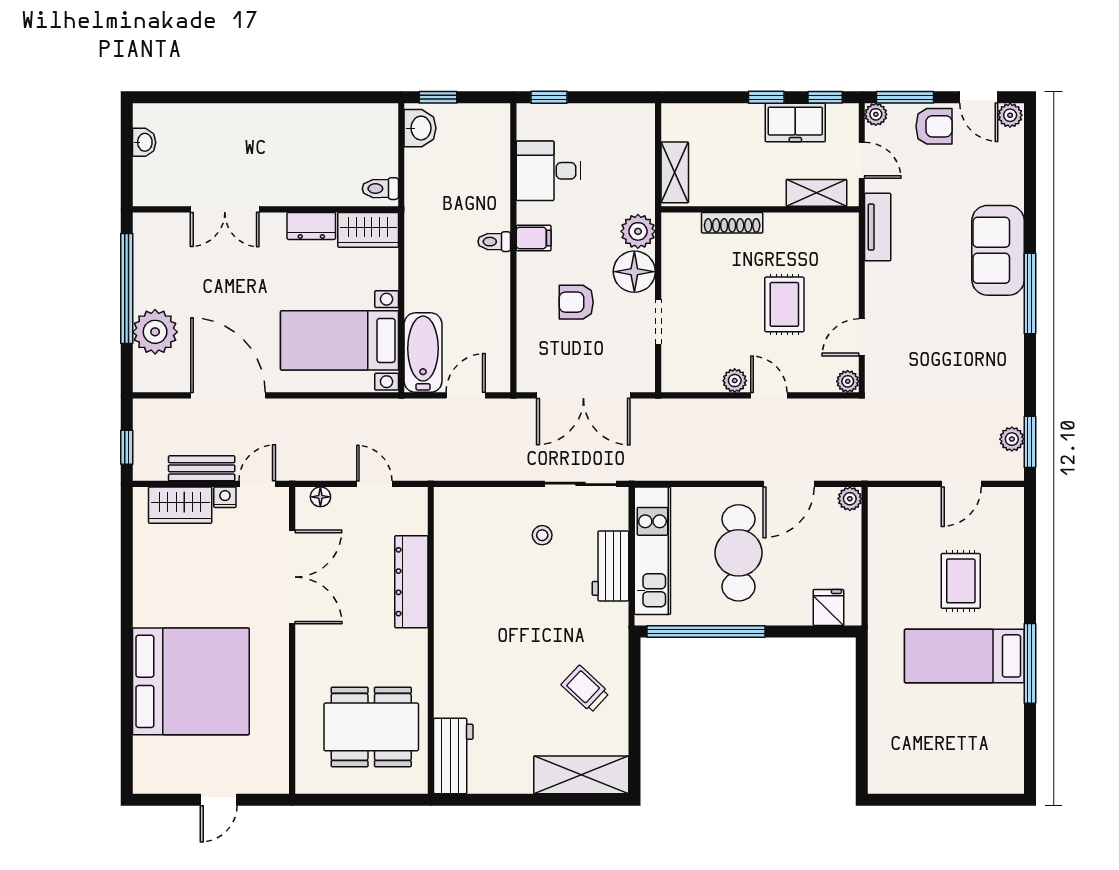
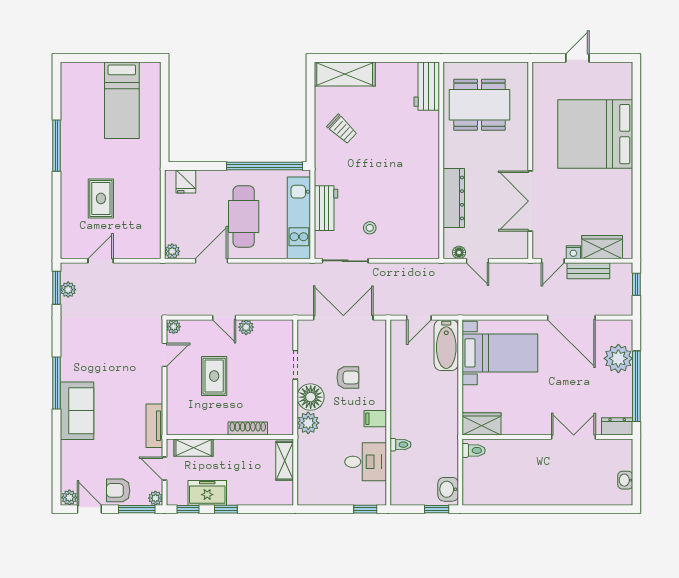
dresser: (311, 226) -> (617, 426), moved
toilet: (494, 242) -> (400, 445), moved
floor lamp: (320, 497) -> (459, 252), moved
bed: (964, 656) -> (122, 100), moved, turned 90

